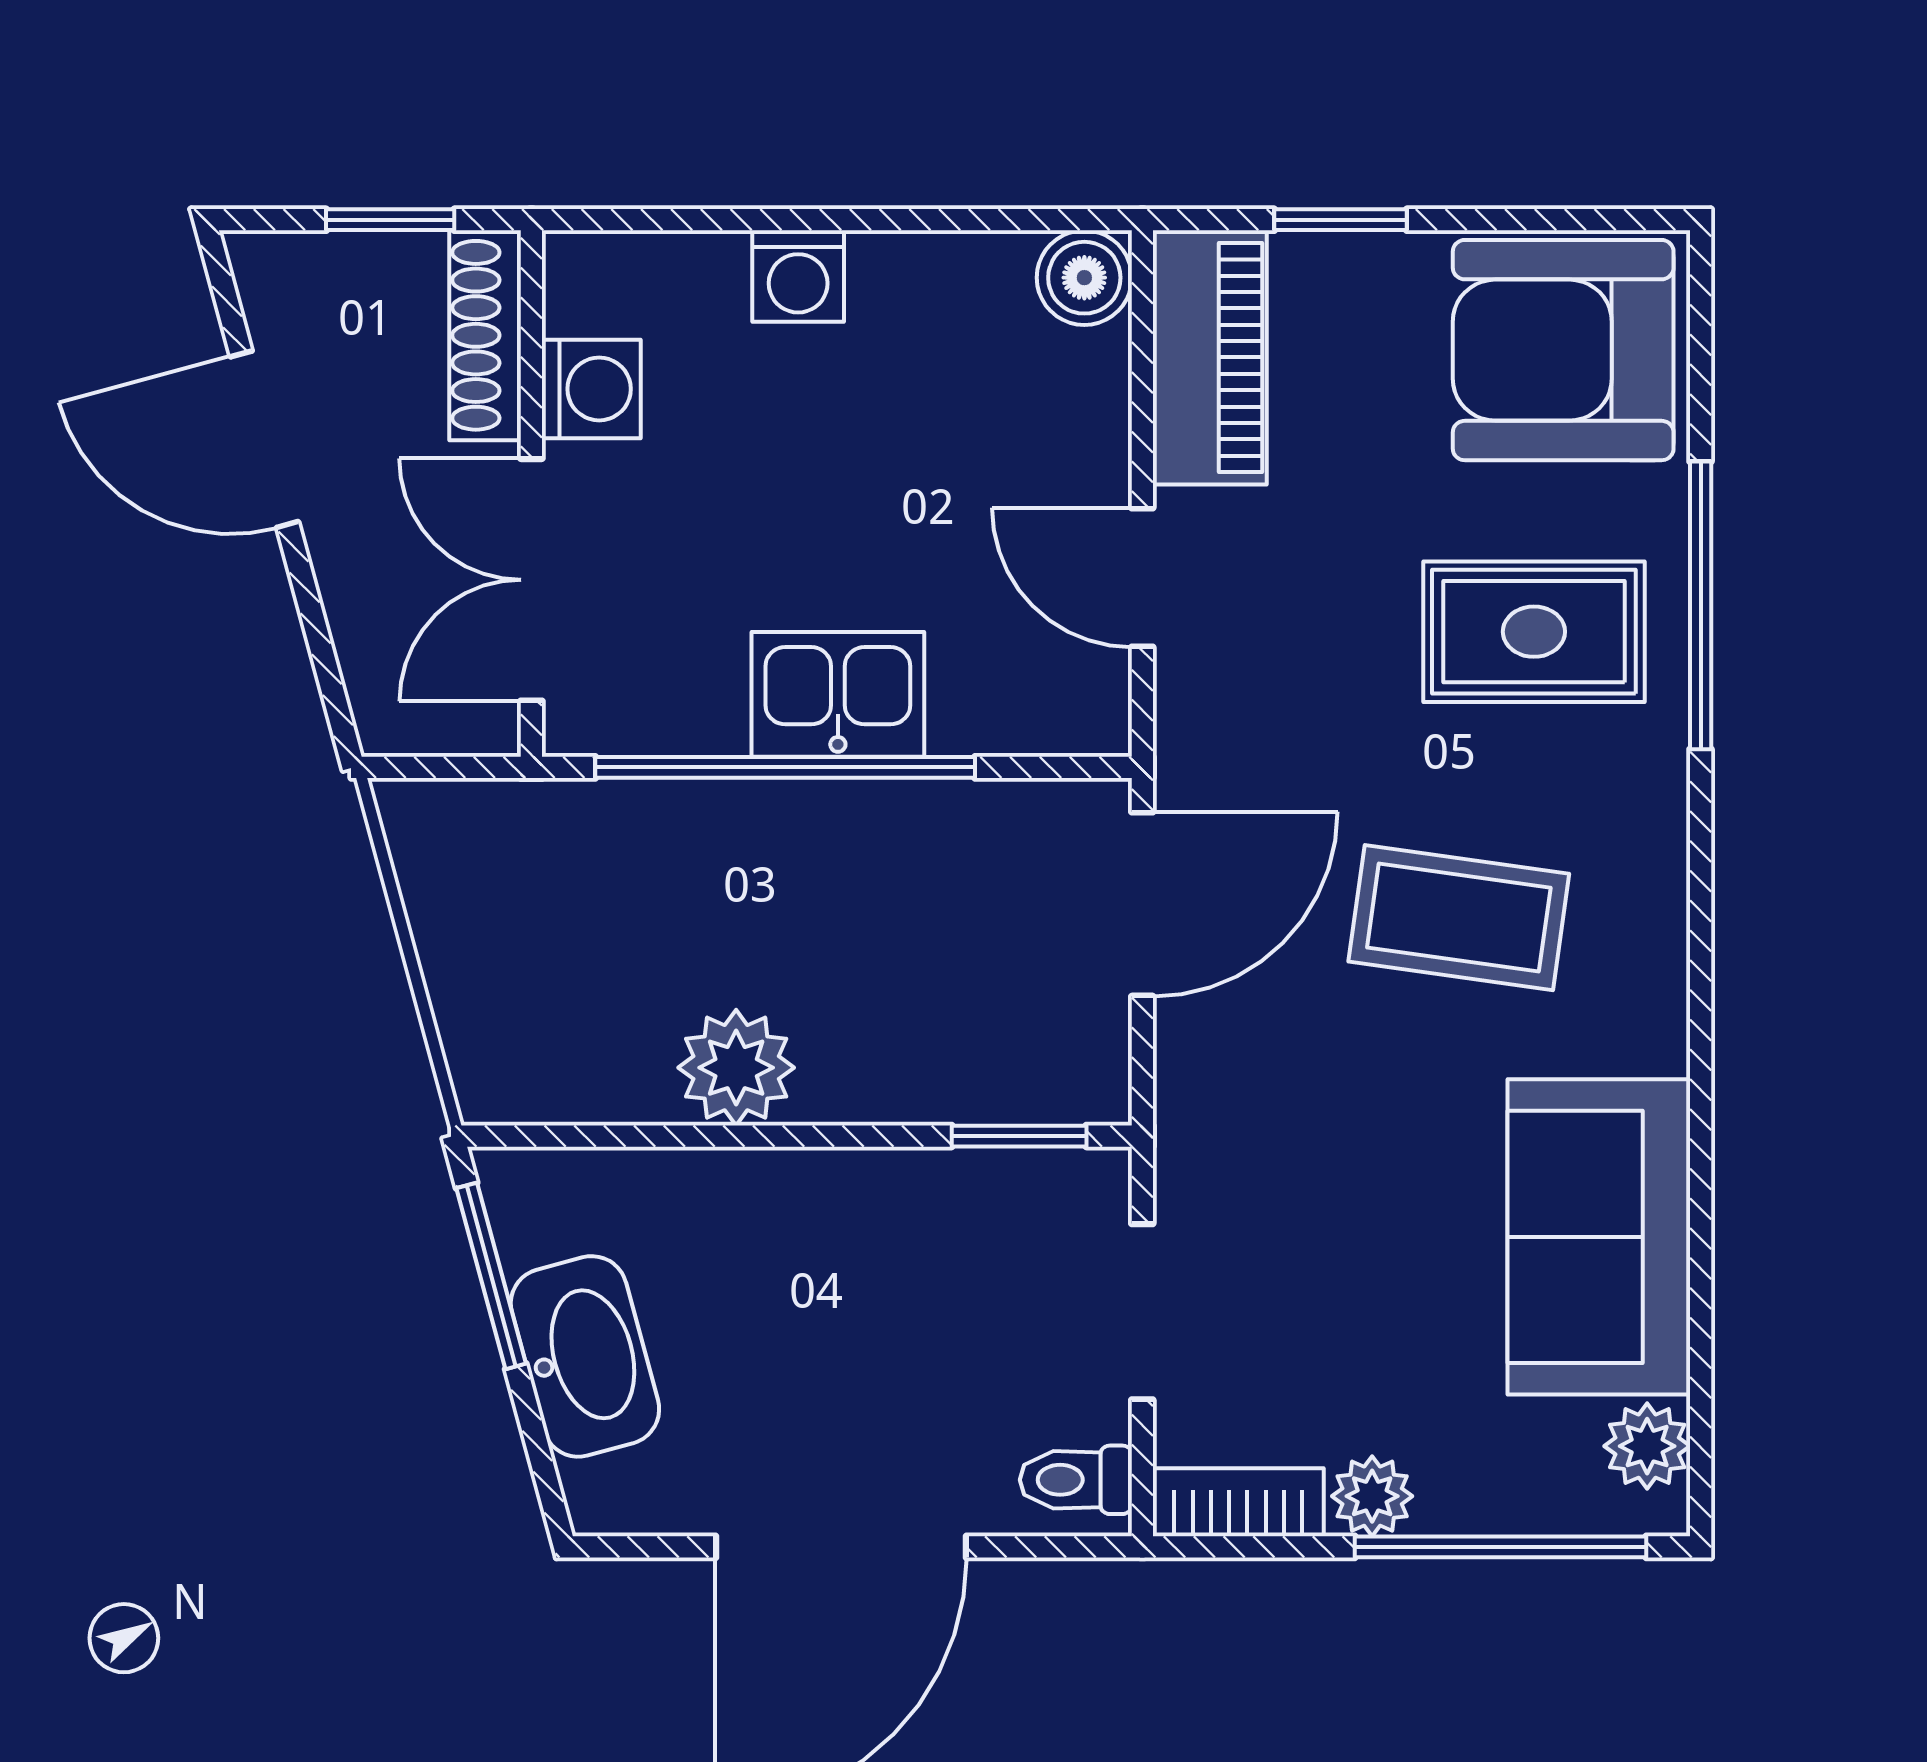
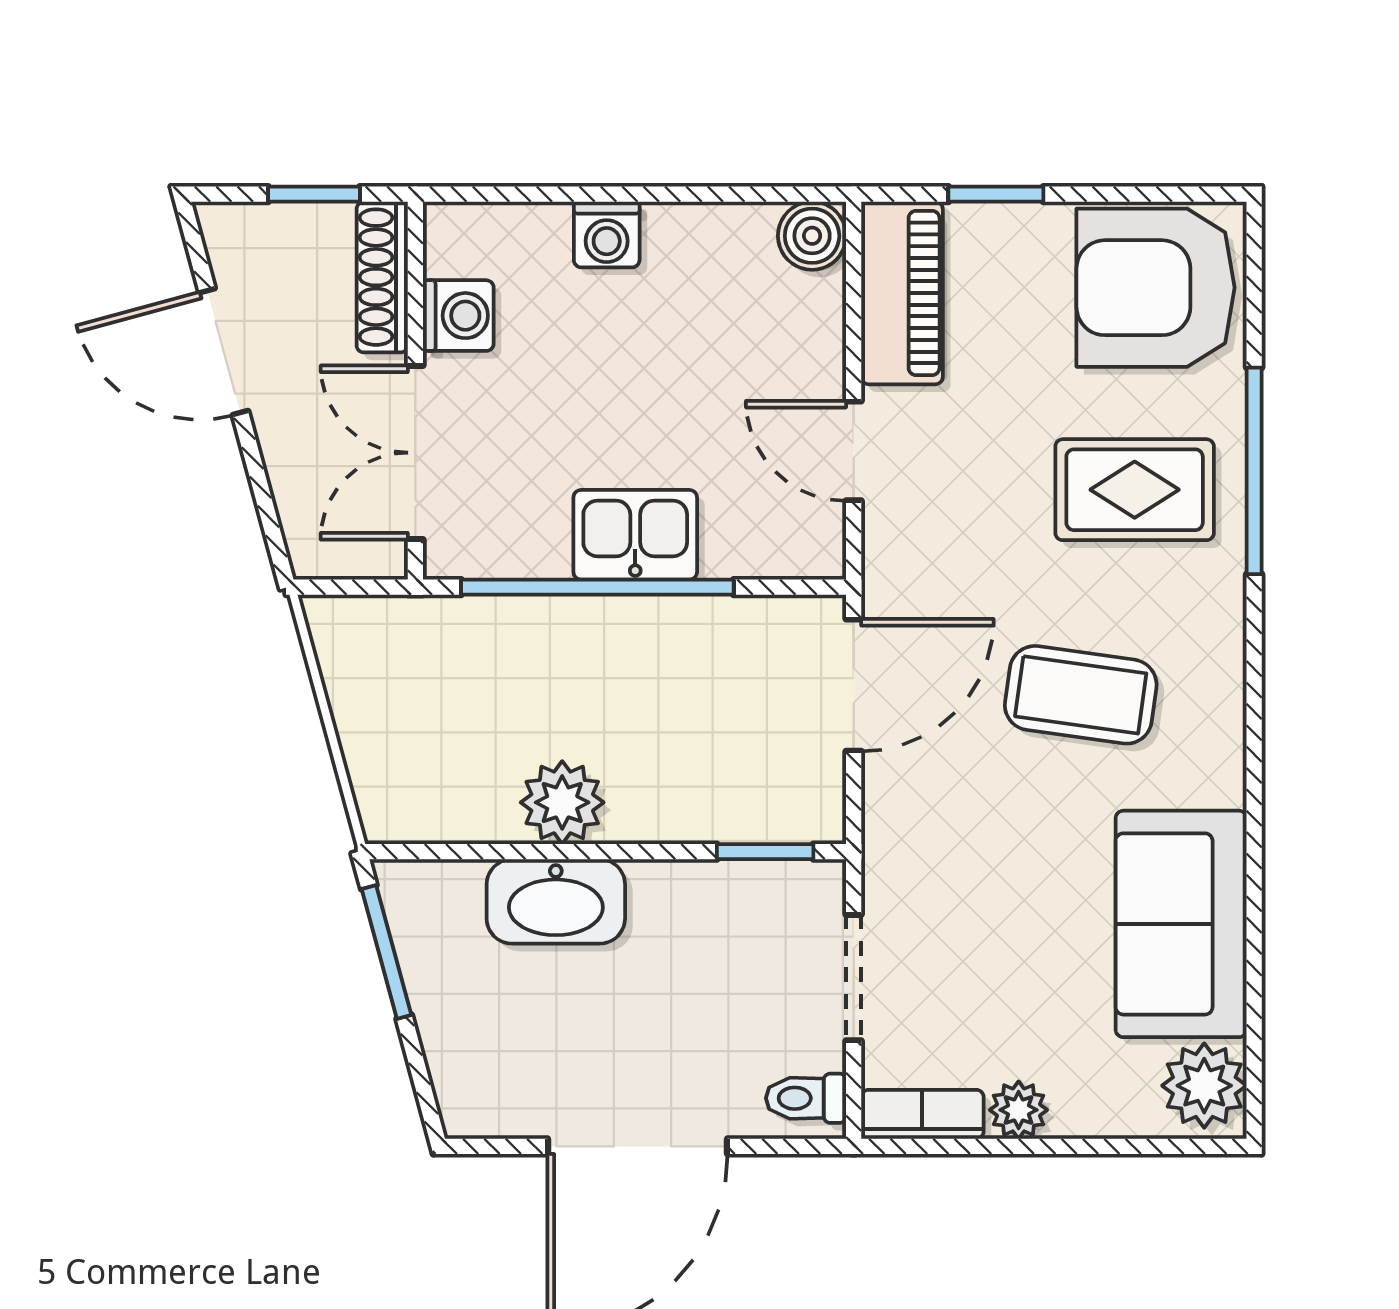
washbasin: (585, 1356) -> (556, 901), moved, turned 105
plant: (1647, 1446) -> (1204, 1086), width x1.38, depth x1.38
window: (1500, 1547) -> (1111, 1146), removed

